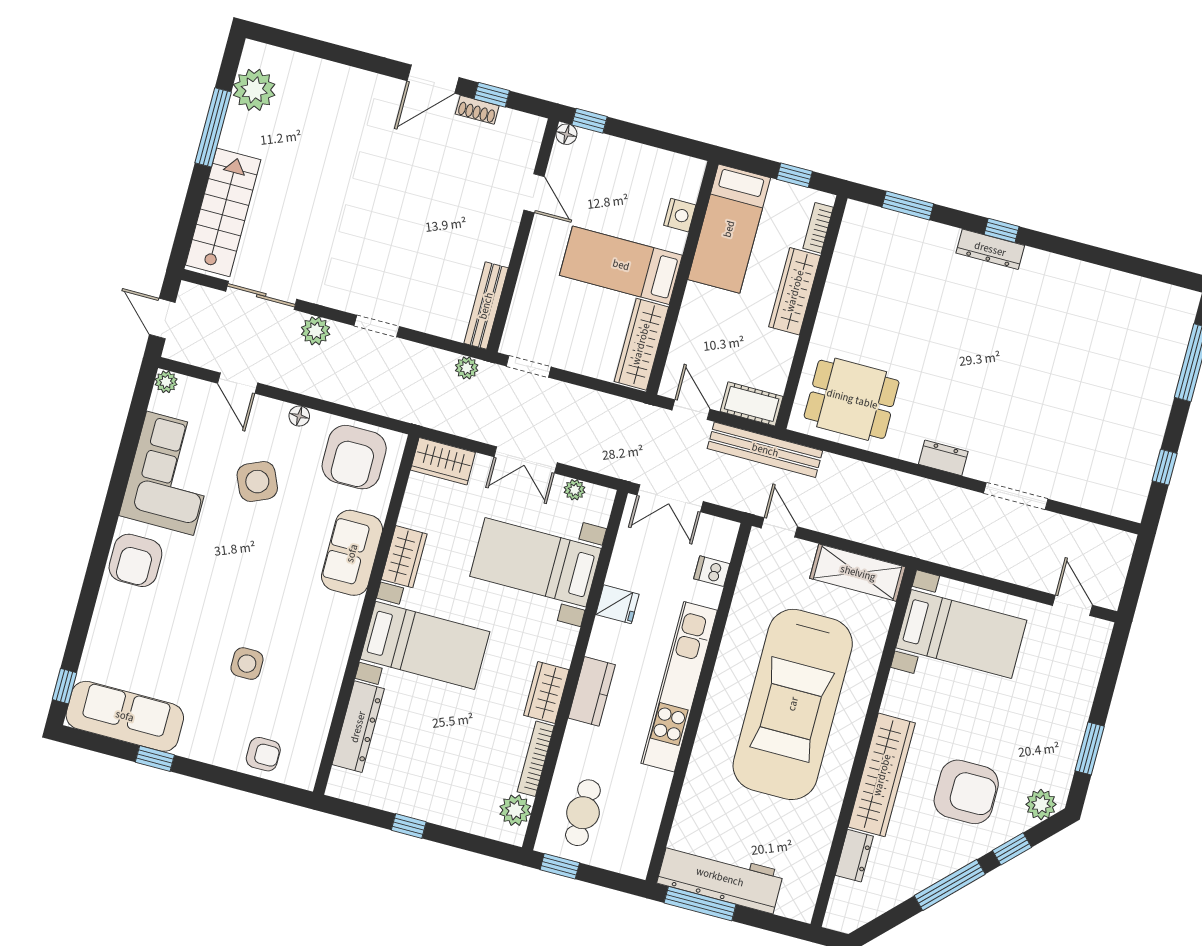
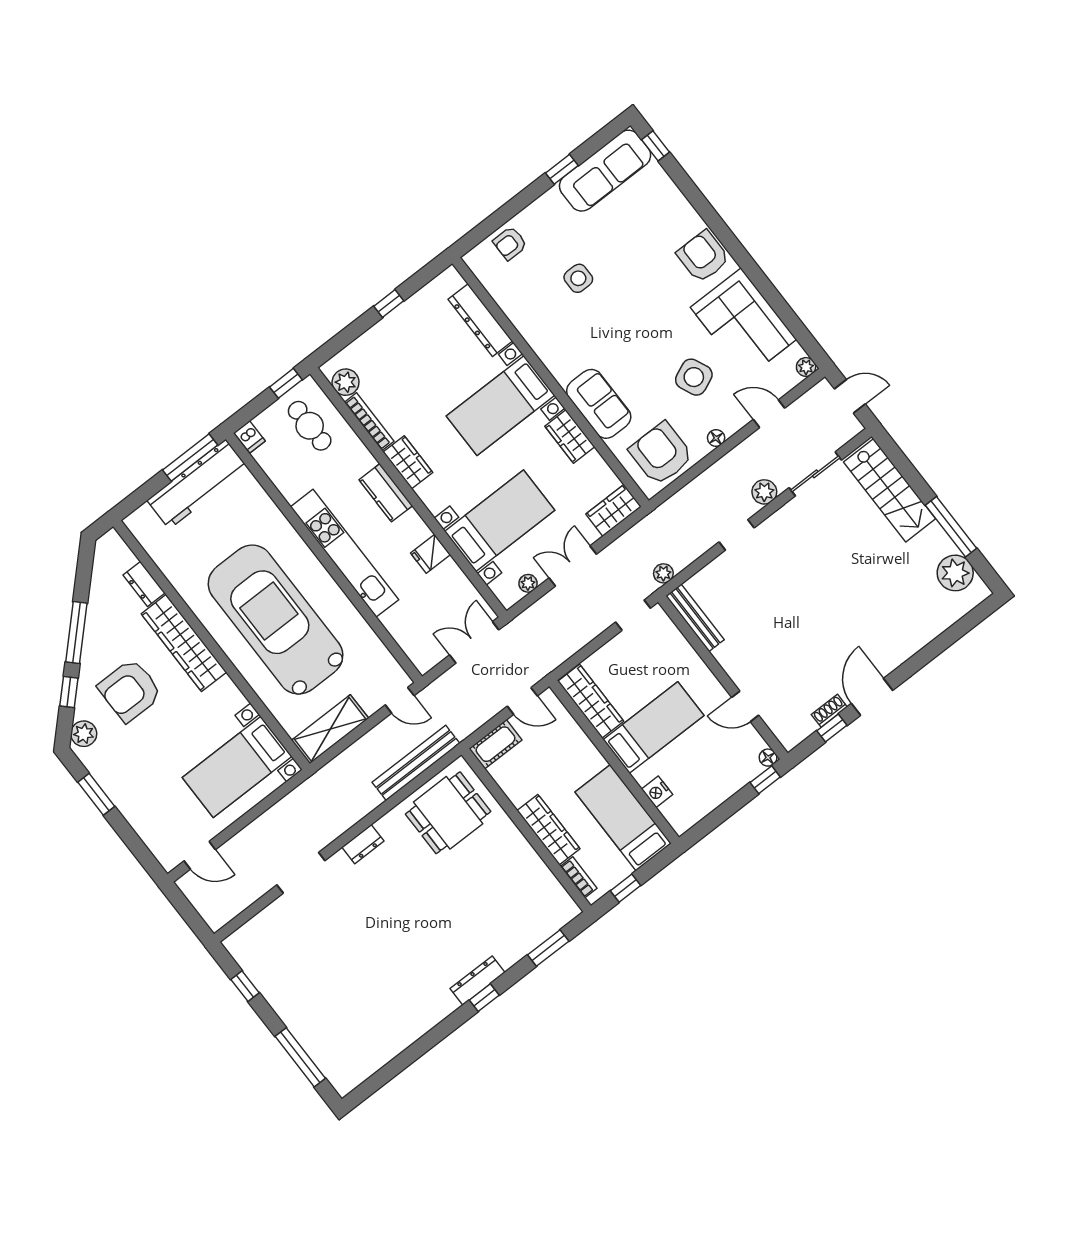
bench: (765, 450) -> (416, 763), moved
dishwasher: (712, 571) -> (250, 437), moved, turned 90

